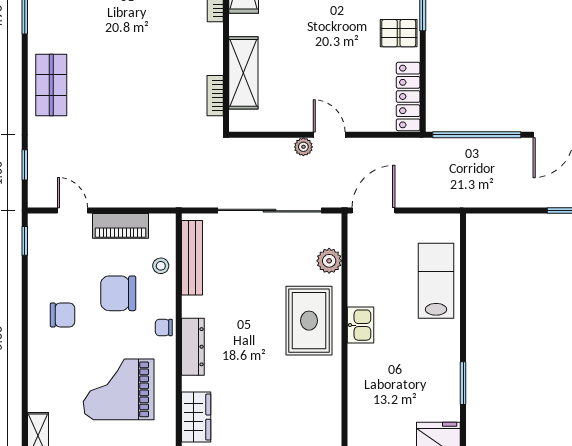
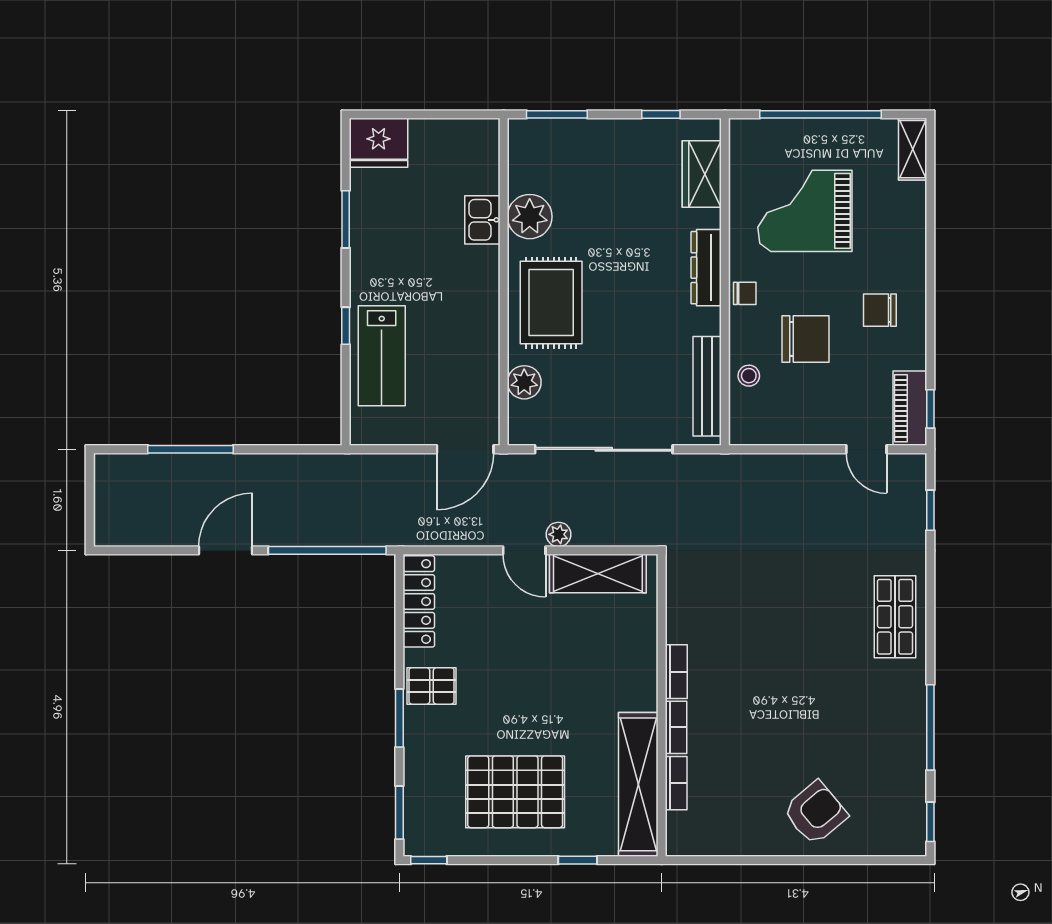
shelving: (243, 73) -> (598, 574), moved, turned 90
bookcase: (215, 96) -> (676, 672), moved
piano: (120, 226) -> (910, 408), moved, turned -90
window: (463, 303) -> (346, 326), added
kitchen sink: (361, 325) -> (482, 220), moved
plant: (325, 385) -> (530, 217), added
grand piano: (119, 389) -> (805, 211), turned 180

